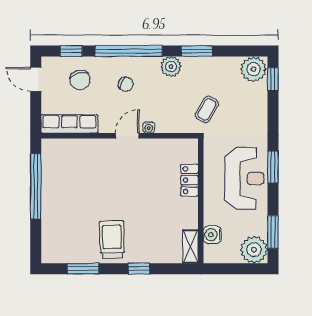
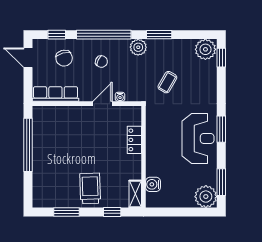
locker: (189, 180) -> (134, 140), moved
wall: (201, 201) -> (144, 157), moved
water cooler: (212, 235) -> (153, 184), moved
shelving: (190, 247) -> (135, 194), moved

